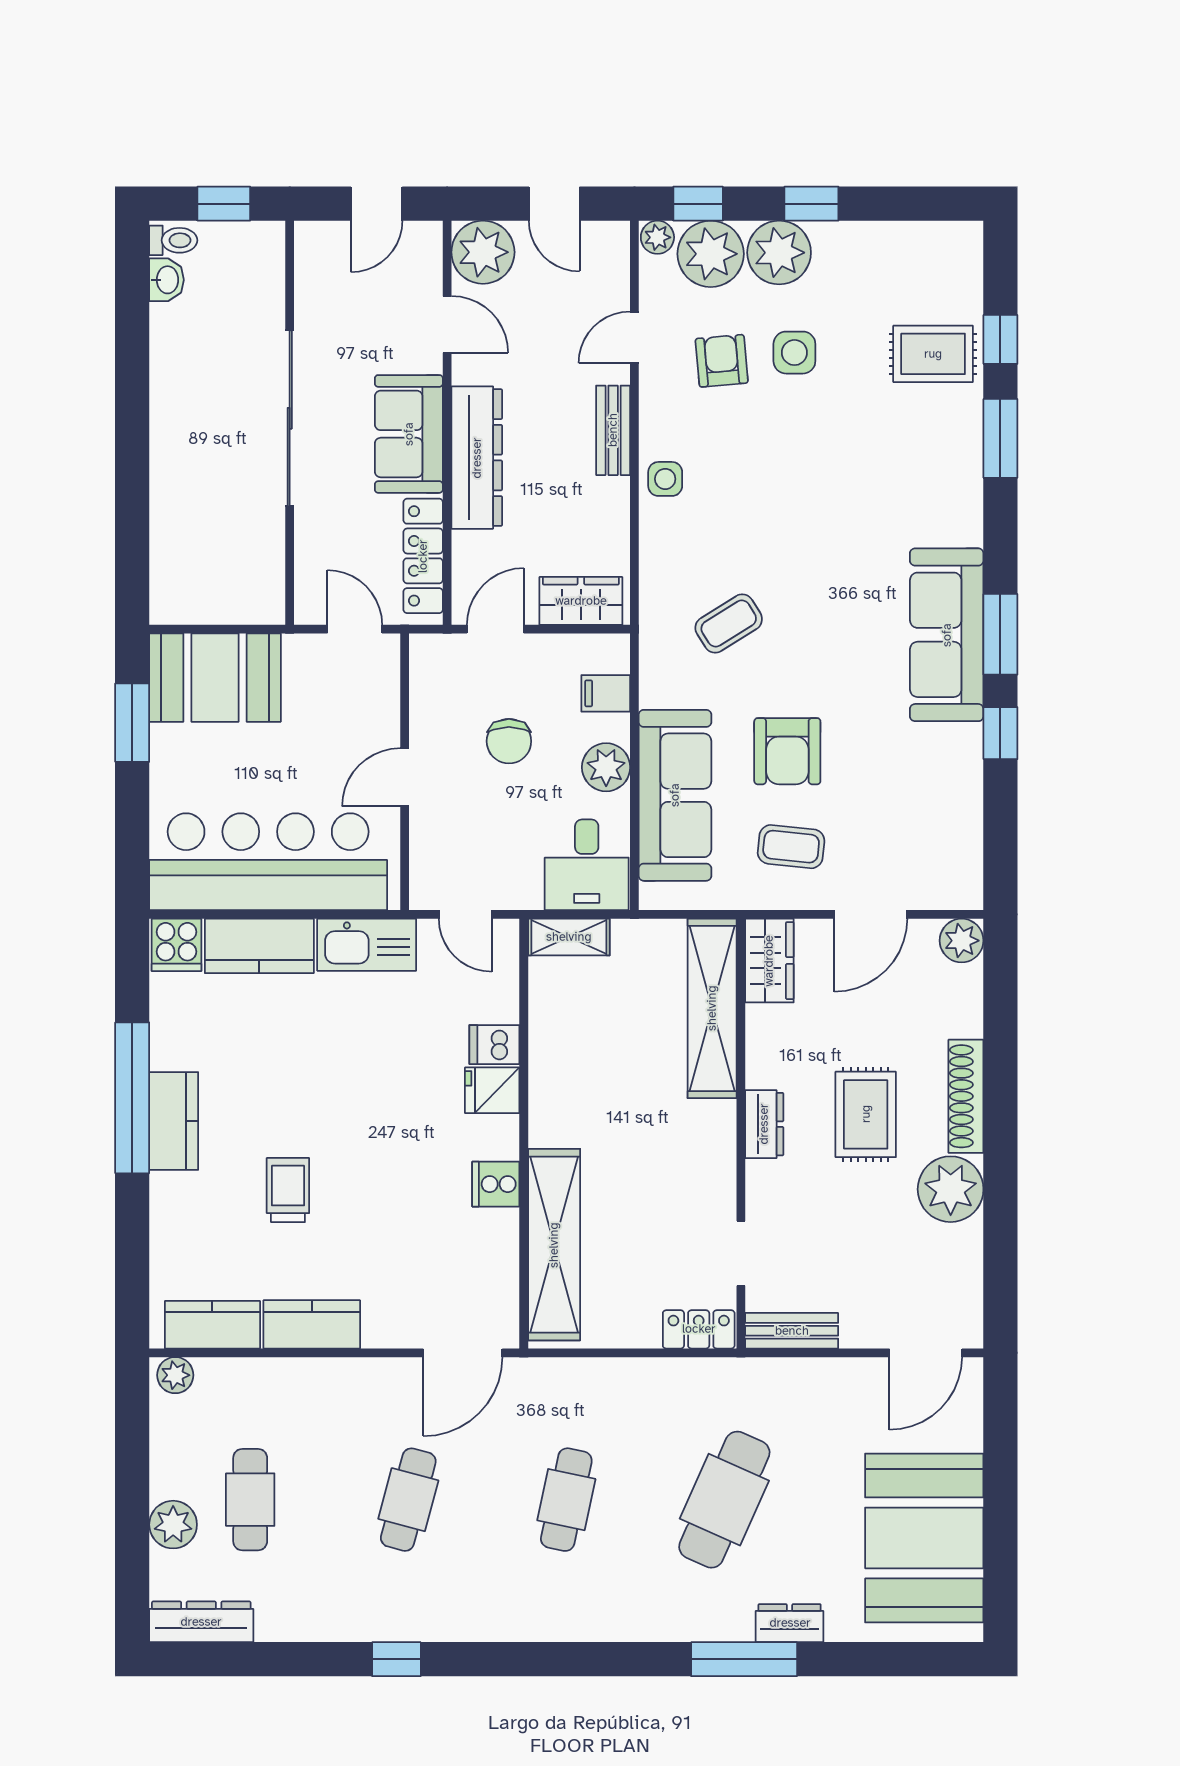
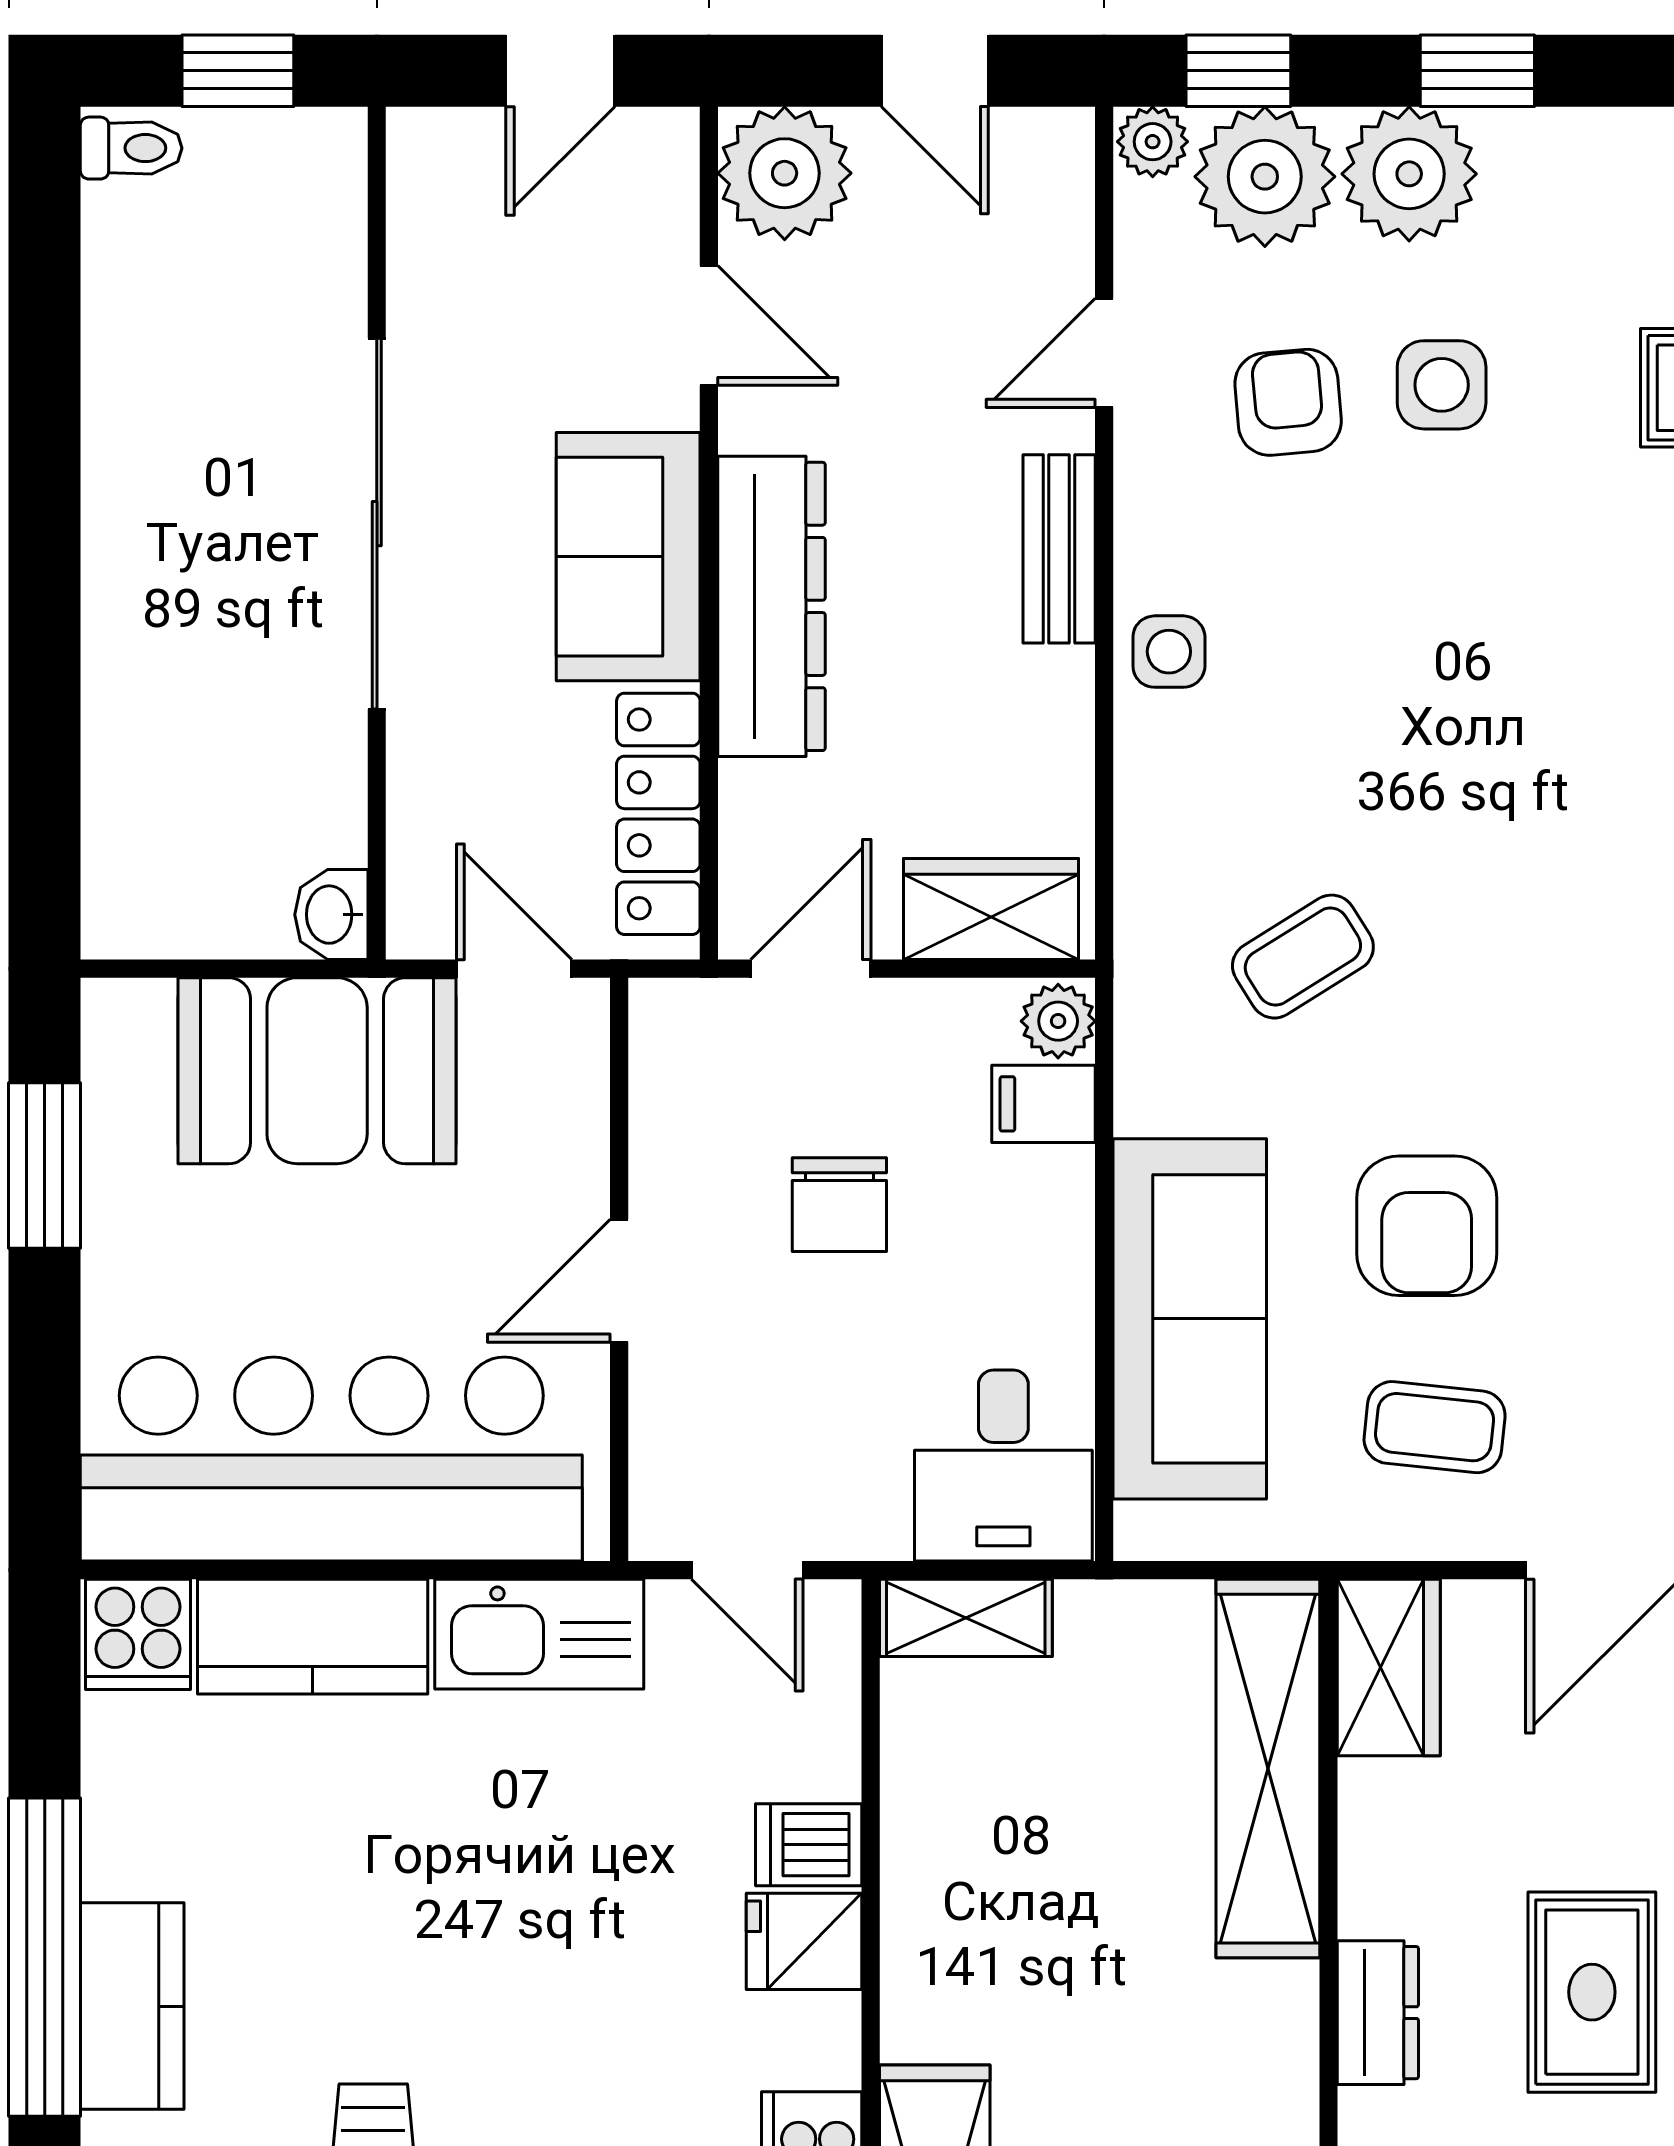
washbasin: (166, 280) -> (331, 915), moved, turned 180
booth: (215, 678) -> (317, 1071), moved
plant: (606, 767) -> (1058, 1021), moved, width x0.73, depth x0.73

